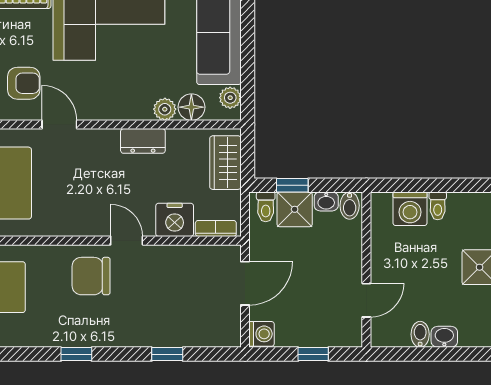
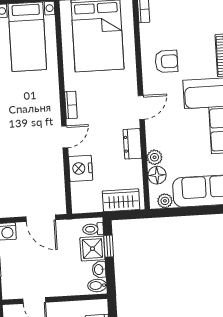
armchair: (24, 83) -> (166, 61), turned -90
door: (59, 124) -> (141, 107), moved
bookcase: (216, 228) -> (71, 105), moved
chair: (91, 276) -> (39, 114), removed

